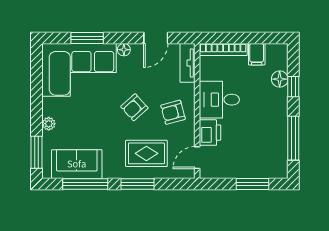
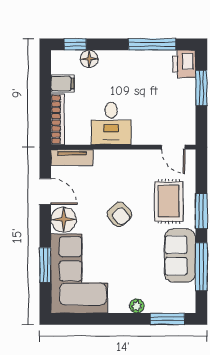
floor lamp: (124, 50) -> (64, 220), width x1.89, depth x1.89
window: (293, 87) -> (75, 44), moved
armchair: (173, 112) -> (125, 173), removed
printer: (210, 133) -> (184, 64), moved, turned -90
sofa: (77, 164) -> (180, 256), moved

